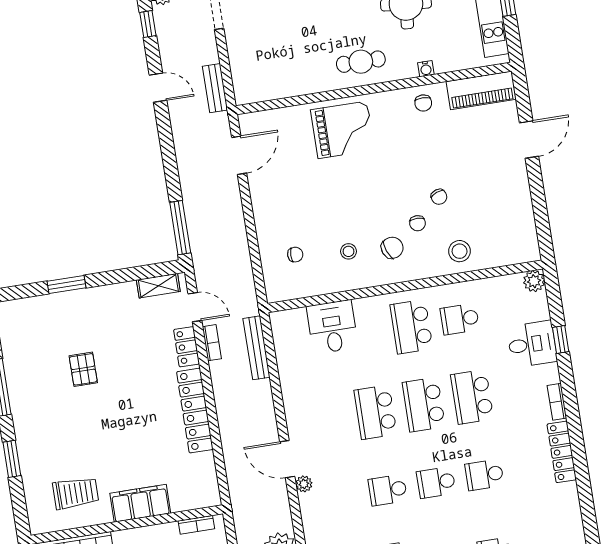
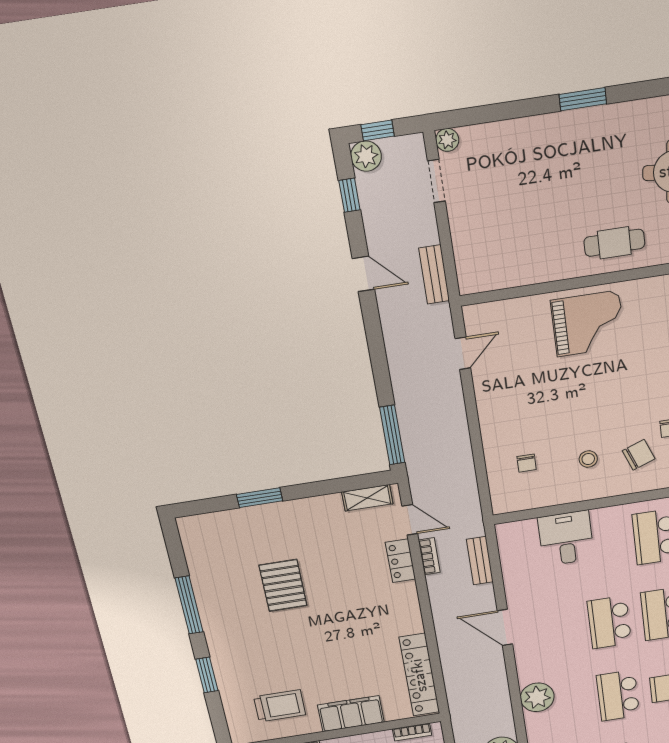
door: (239, 155) -> (463, 353), width x0.73
chair: (295, 255) -> (527, 463), turned 90
bench: (257, 348) -> (480, 561), width x0.73
pallet: (83, 369) -> (283, 585), width x1.50, depth x1.42
locker: (195, 411) -> (419, 675), moved
door: (287, 459) -> (505, 628), moved
plant: (304, 484) -> (537, 697), width x1.87, depth x1.87
school desk: (388, 490) -> (618, 696), width x1.85

